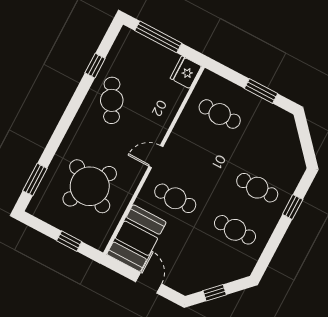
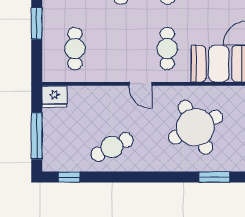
window: (95, 66) -> (69, 177), moved
round table: (90, 186) -> (195, 127), turned 34

